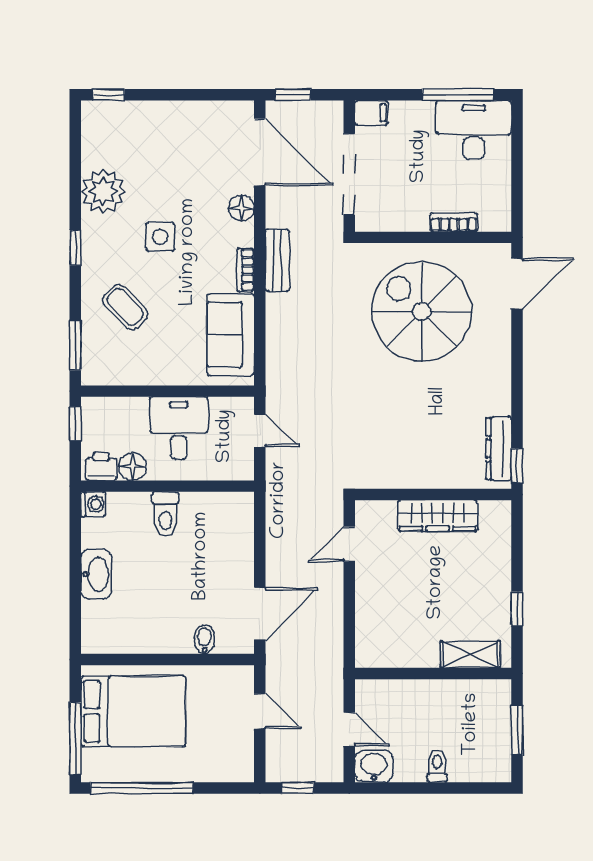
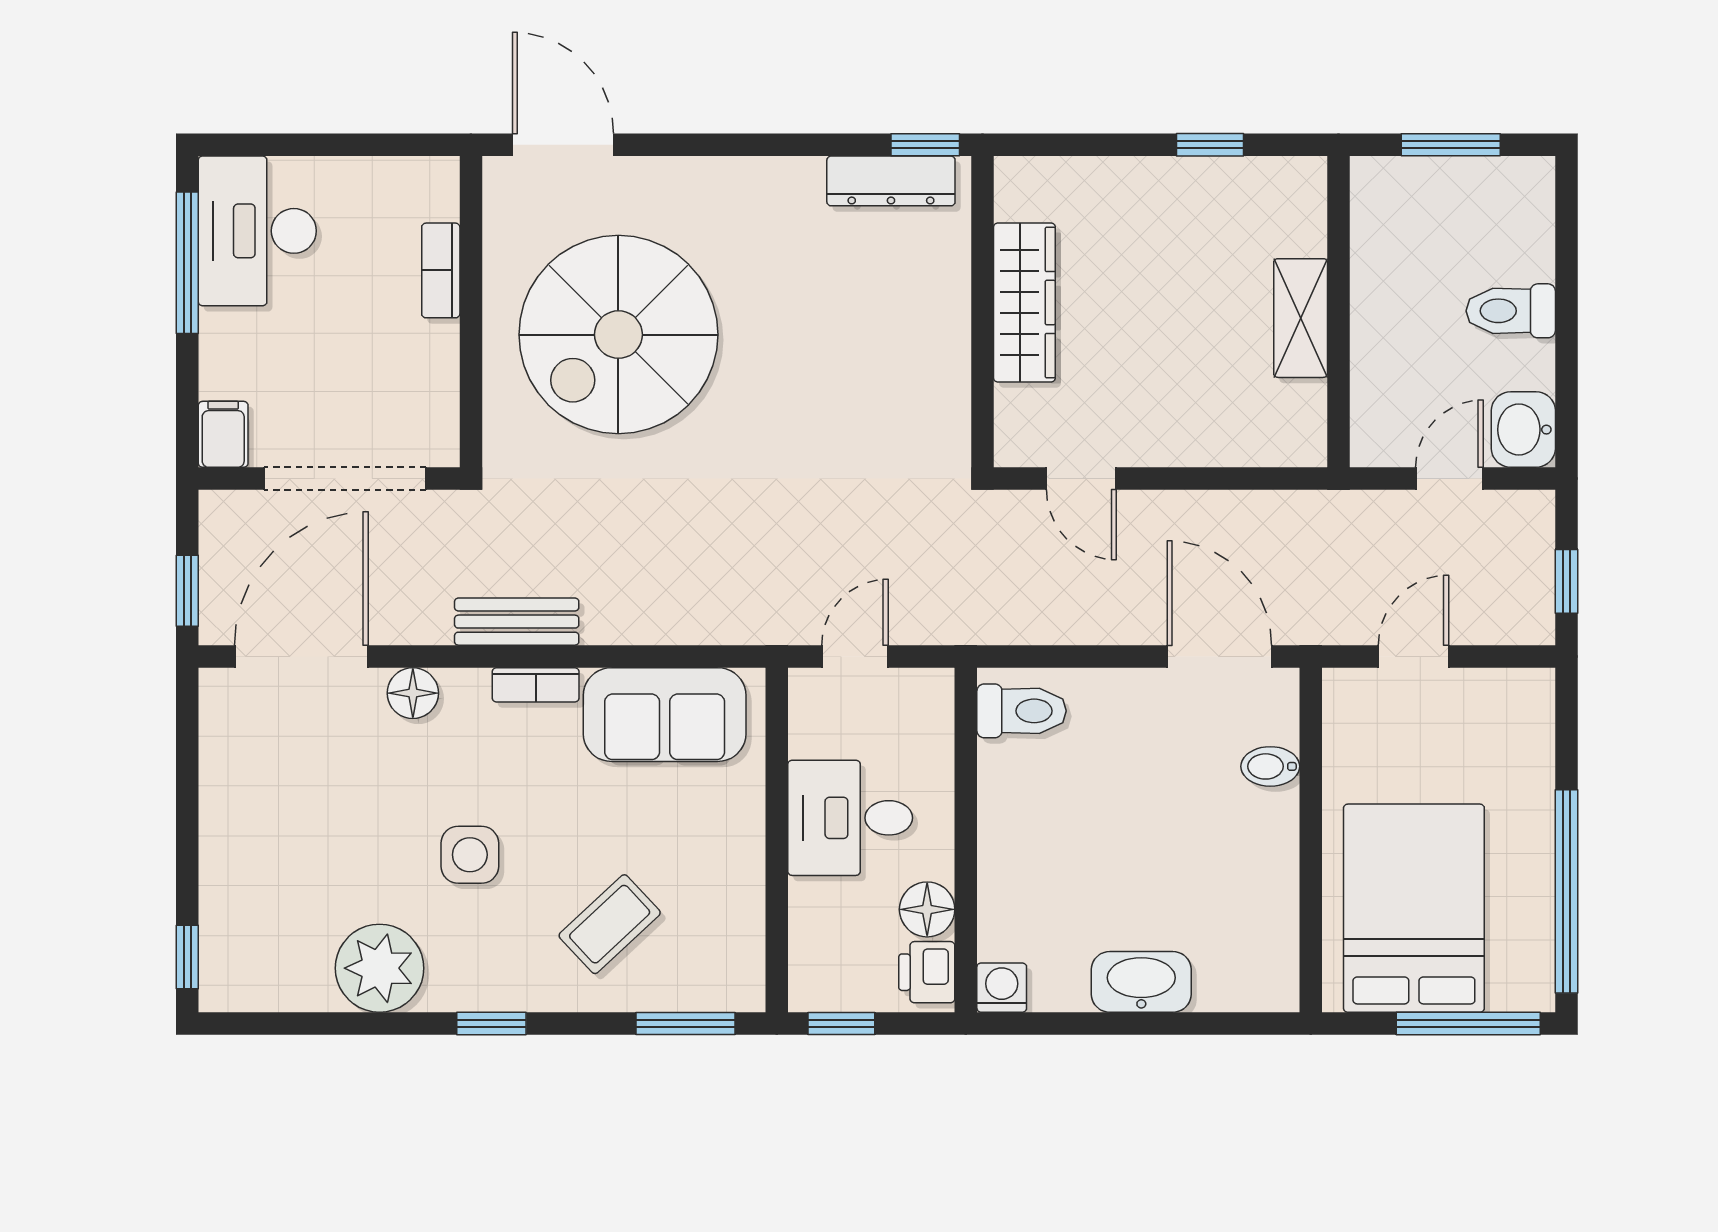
toilet: (165, 514) -> (1022, 711), moved
shelving: (470, 654) -> (1301, 318), moved
toilet: (437, 766) -> (1511, 311), width x1.37, depth x1.39

